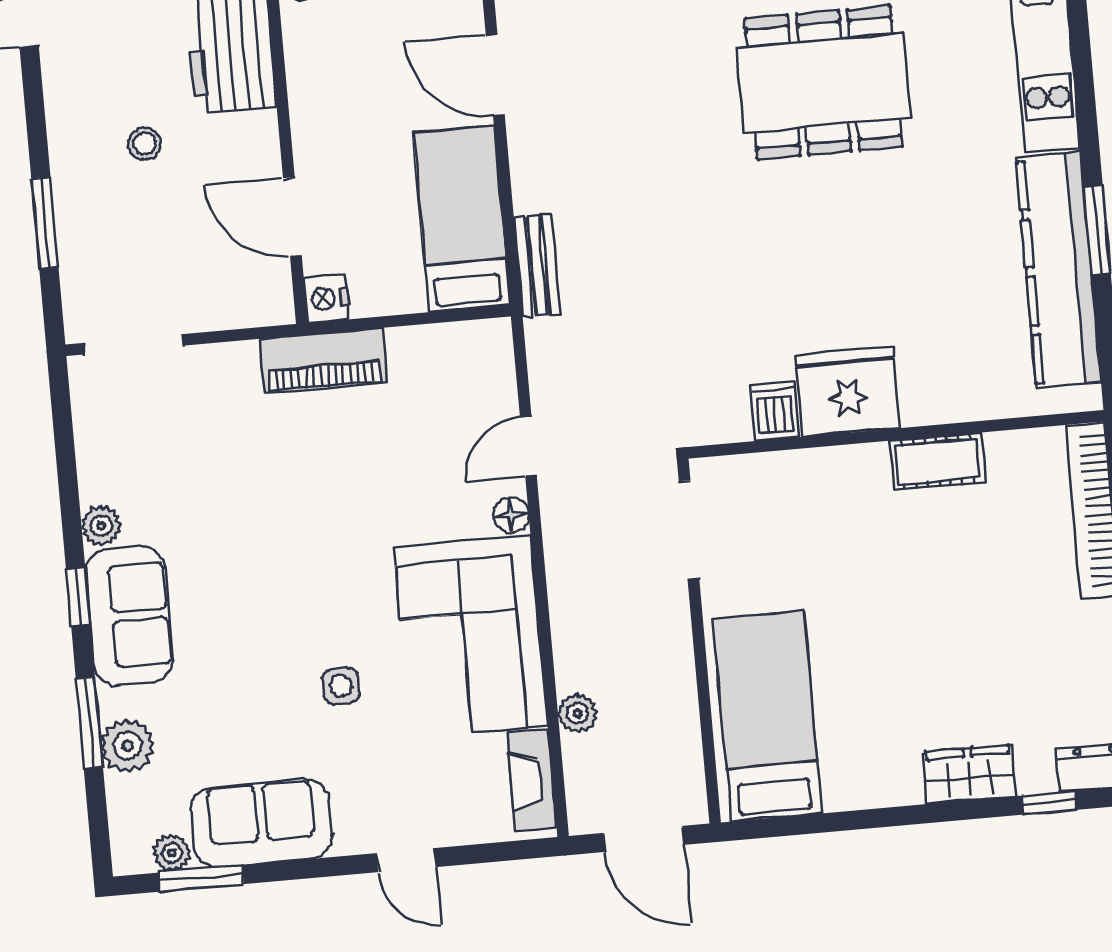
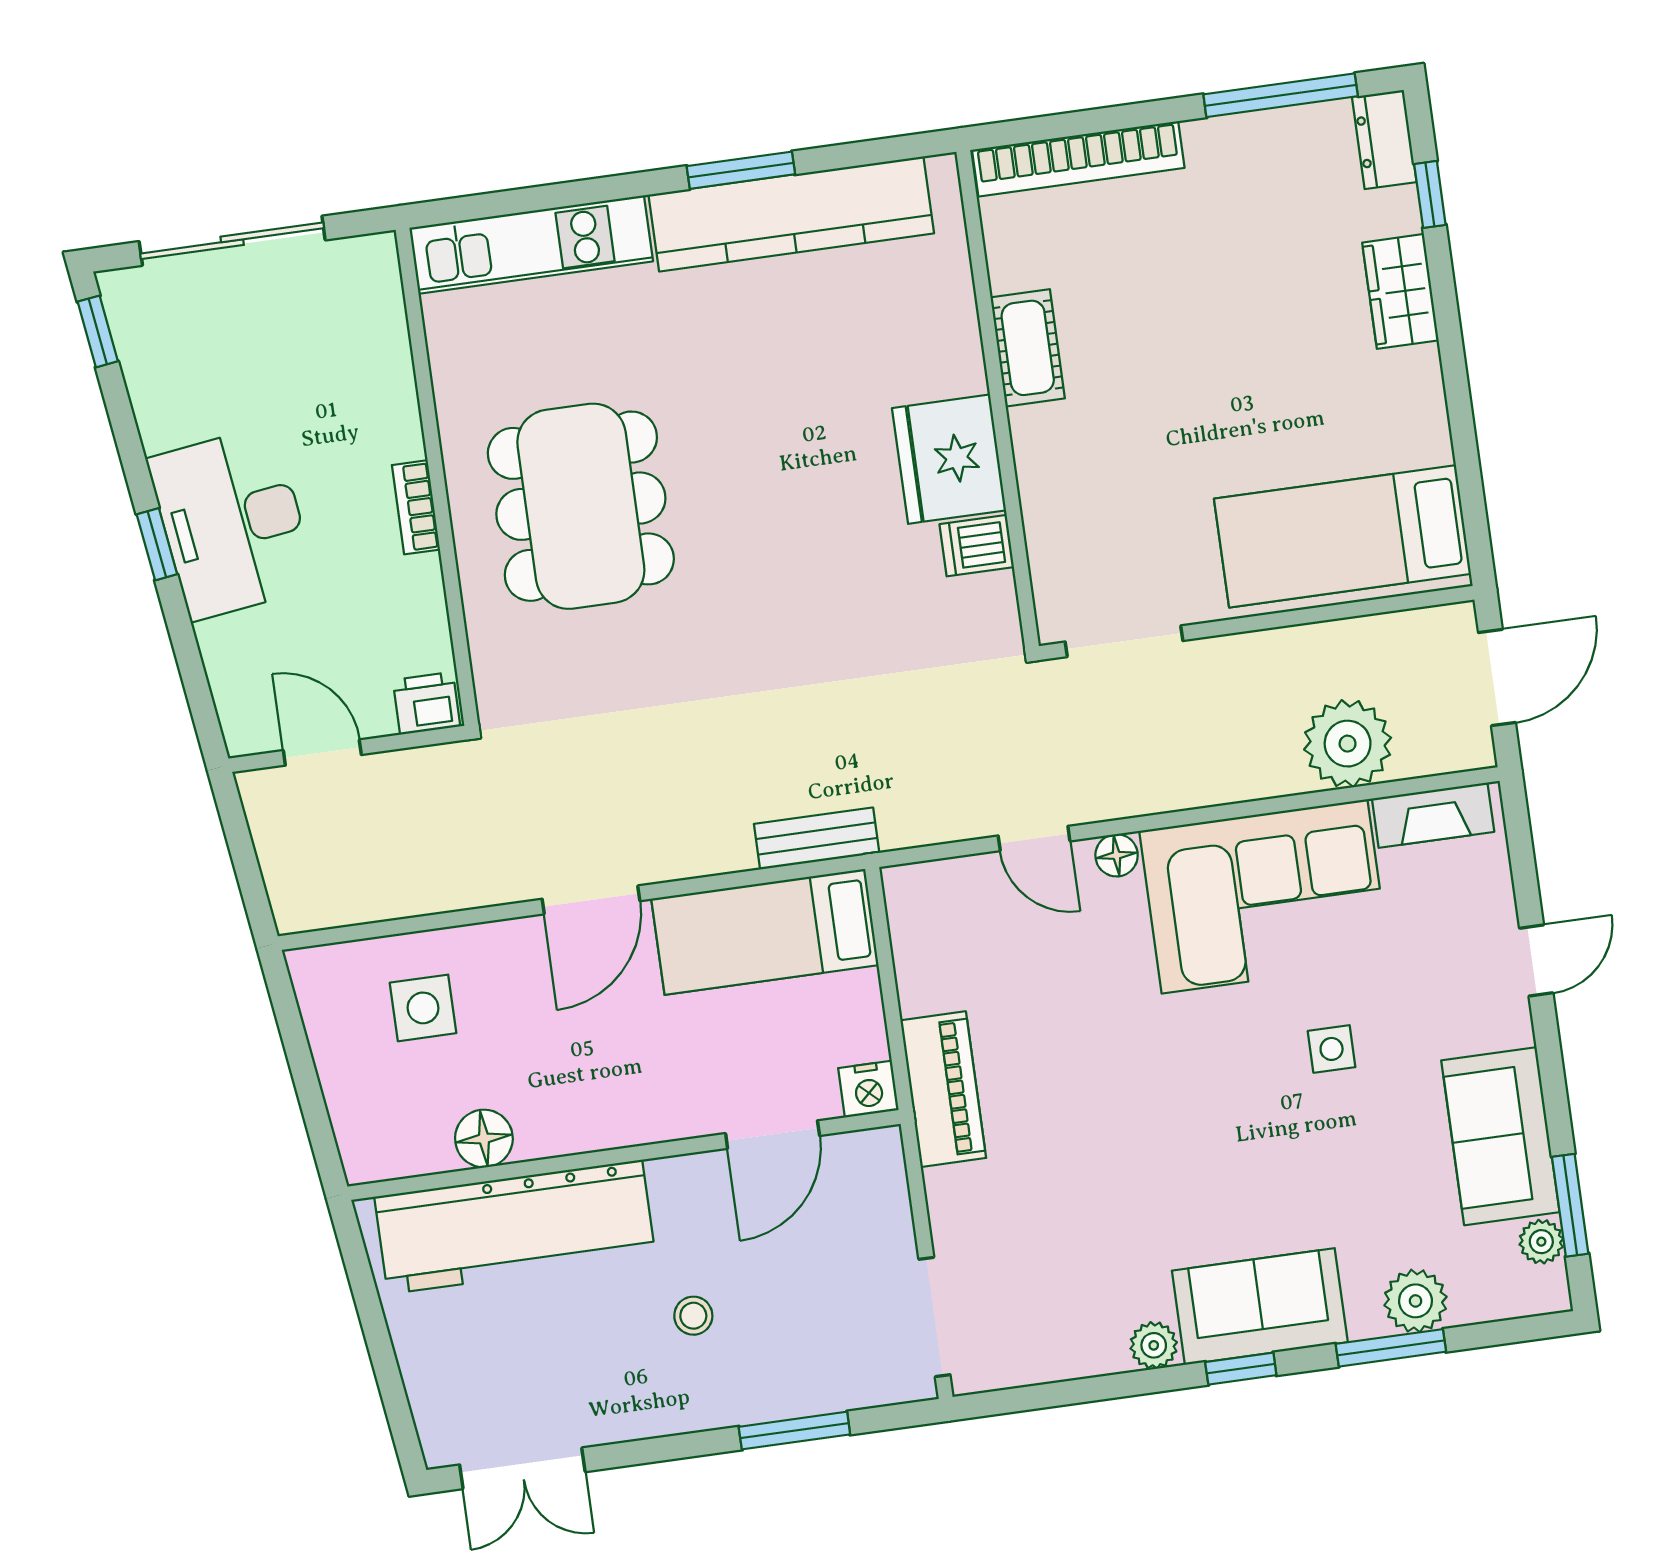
plant: (578, 713) -> (1348, 744), width x1.88, depth x1.88

